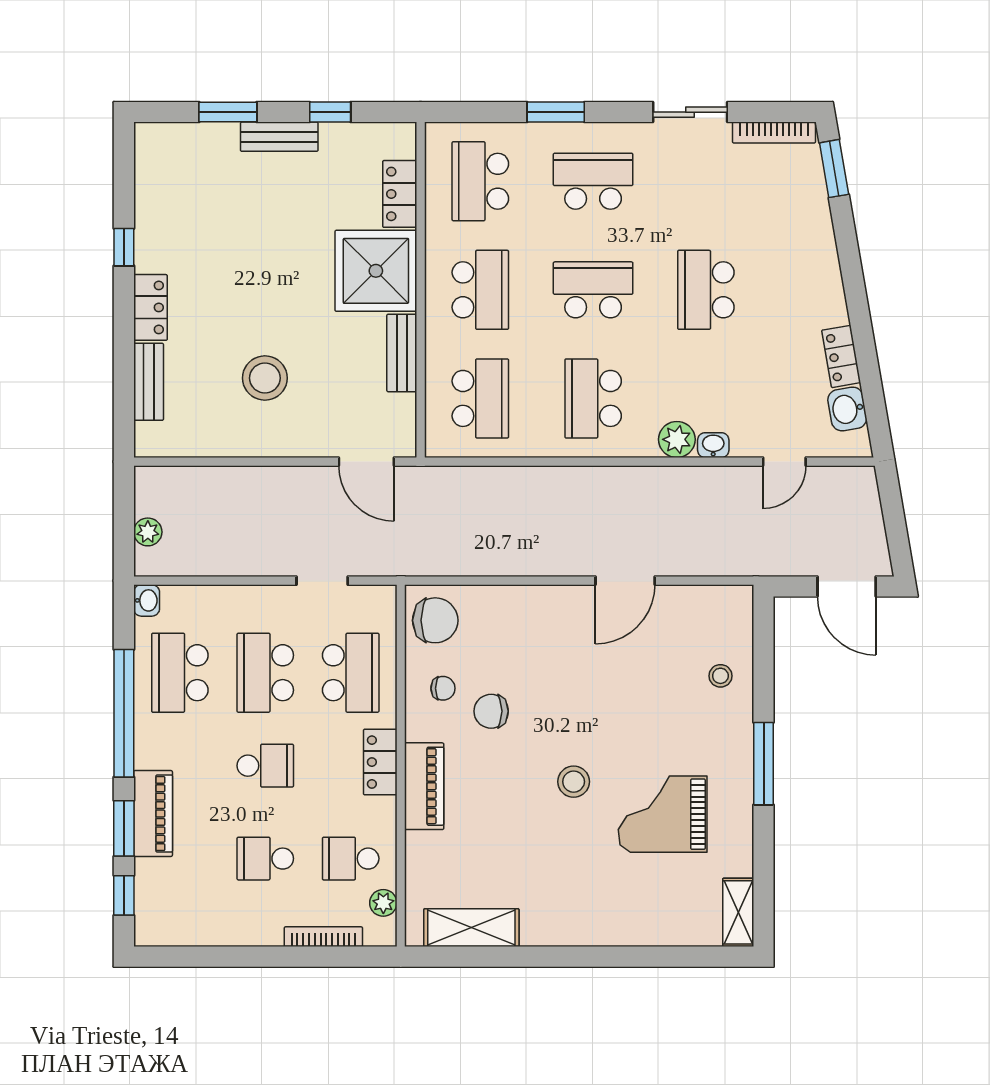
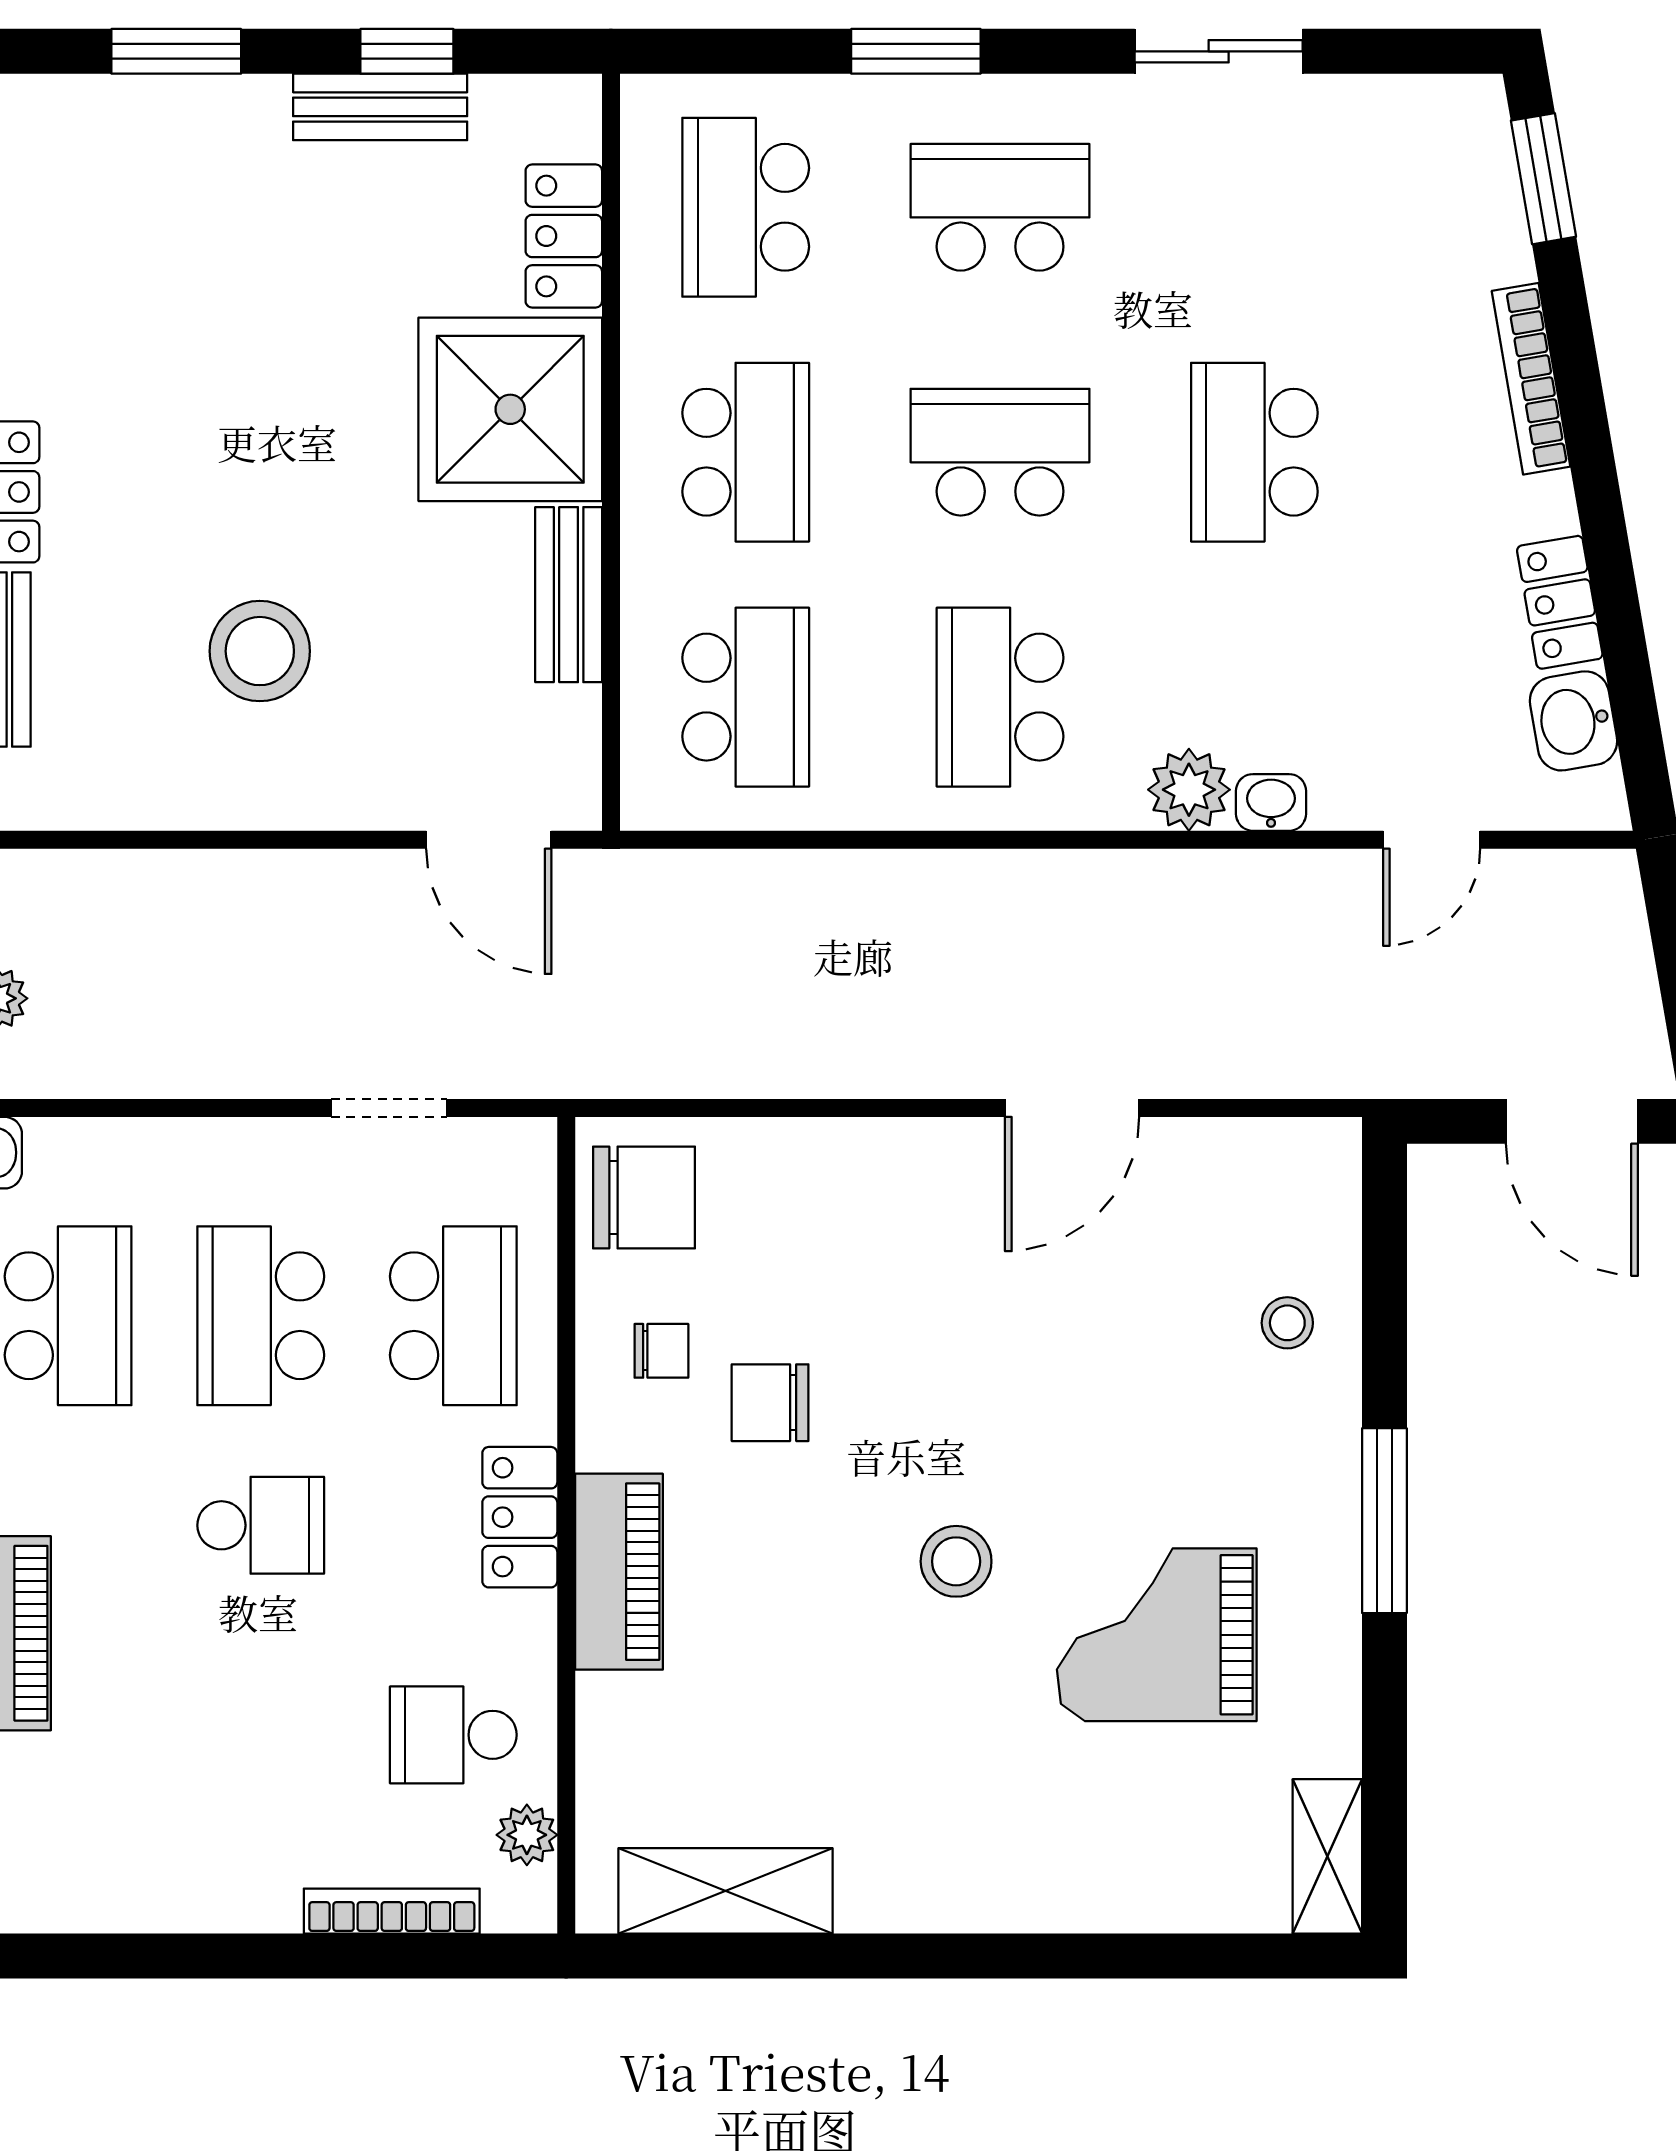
bookcase: (774, 133) -> (1531, 379), moved, turned 80
bench: (279, 137) -> (380, 107), moved
school desk: (180, 673) -> (68, 1316), turned 180
school desk: (265, 859) -> (261, 1735), removed

